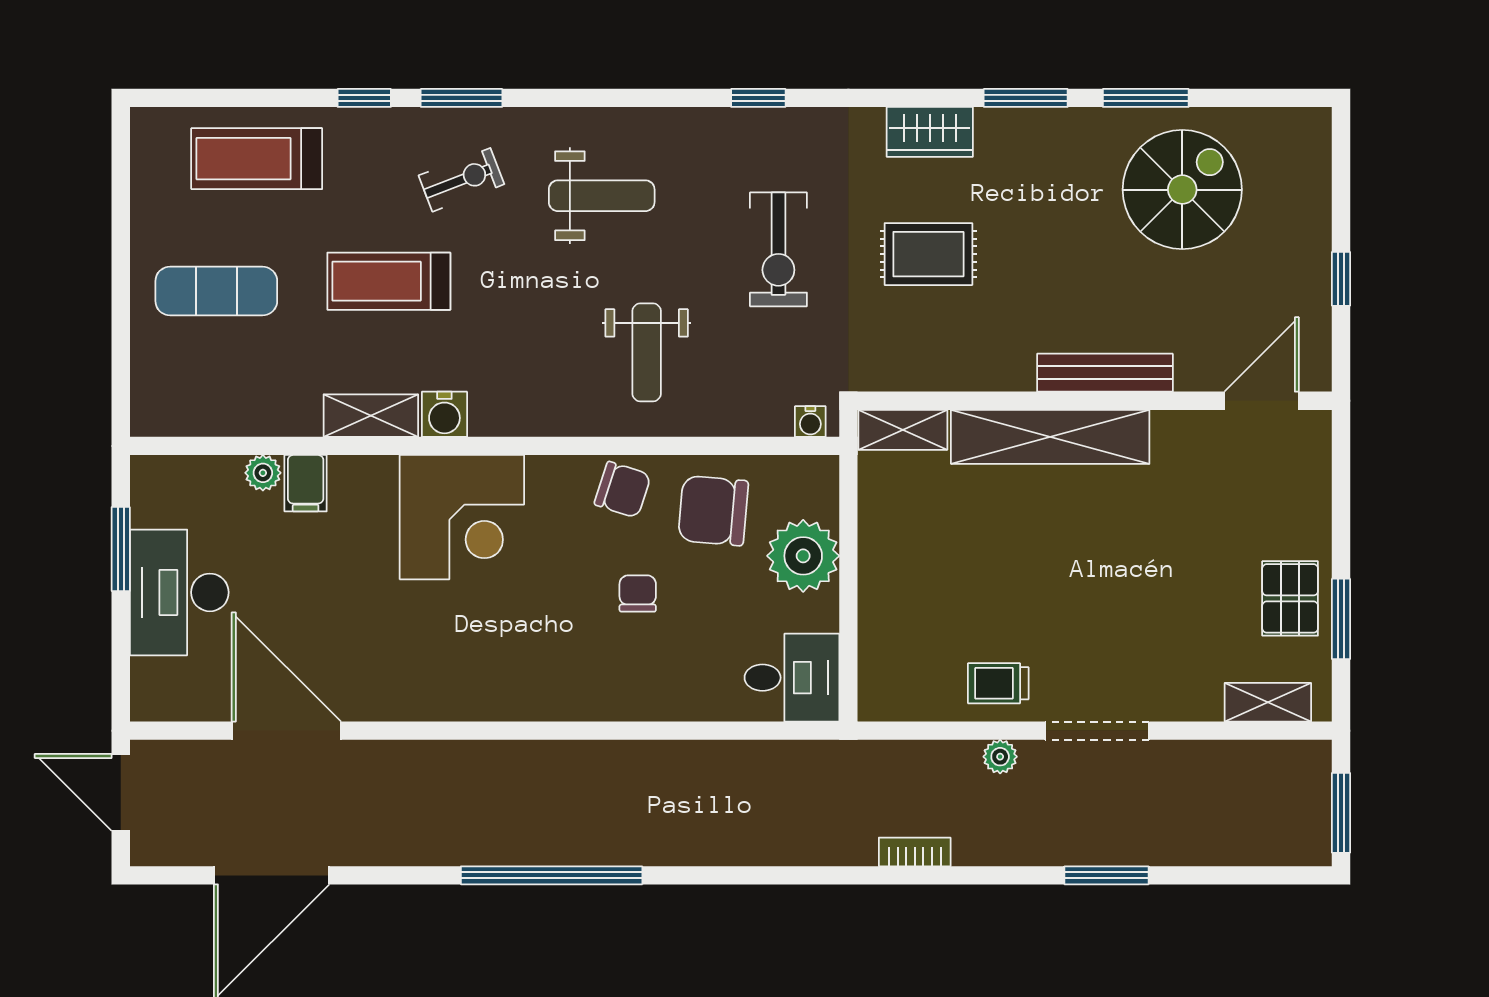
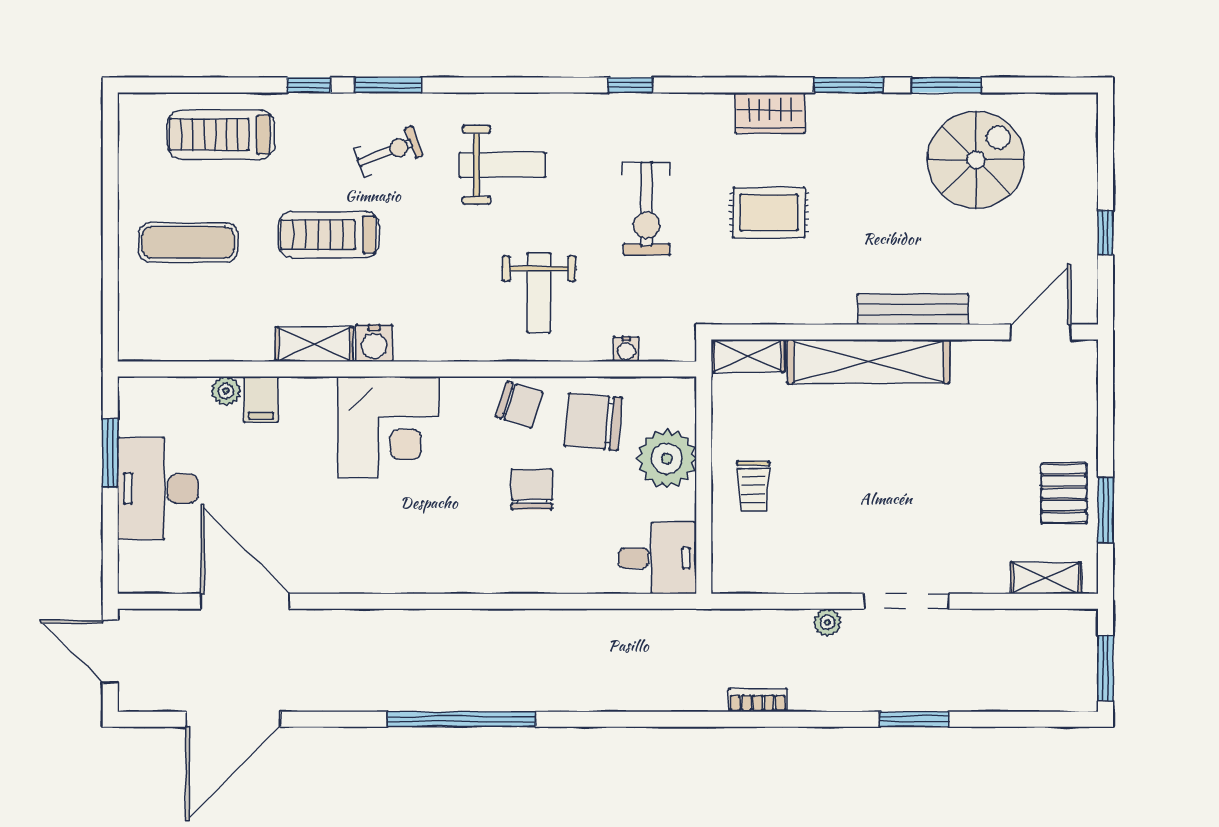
water cooler: (810, 422) -> (626, 349), moved
chair: (638, 594) -> (532, 489), width x1.37, depth x1.37
trolley: (998, 683) -> (753, 486), moved, turned -90

